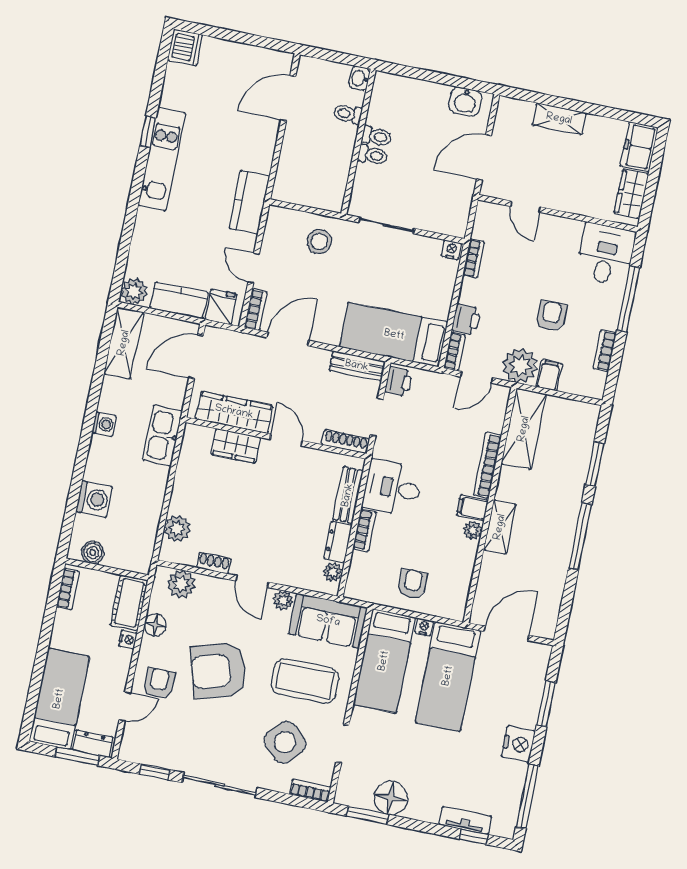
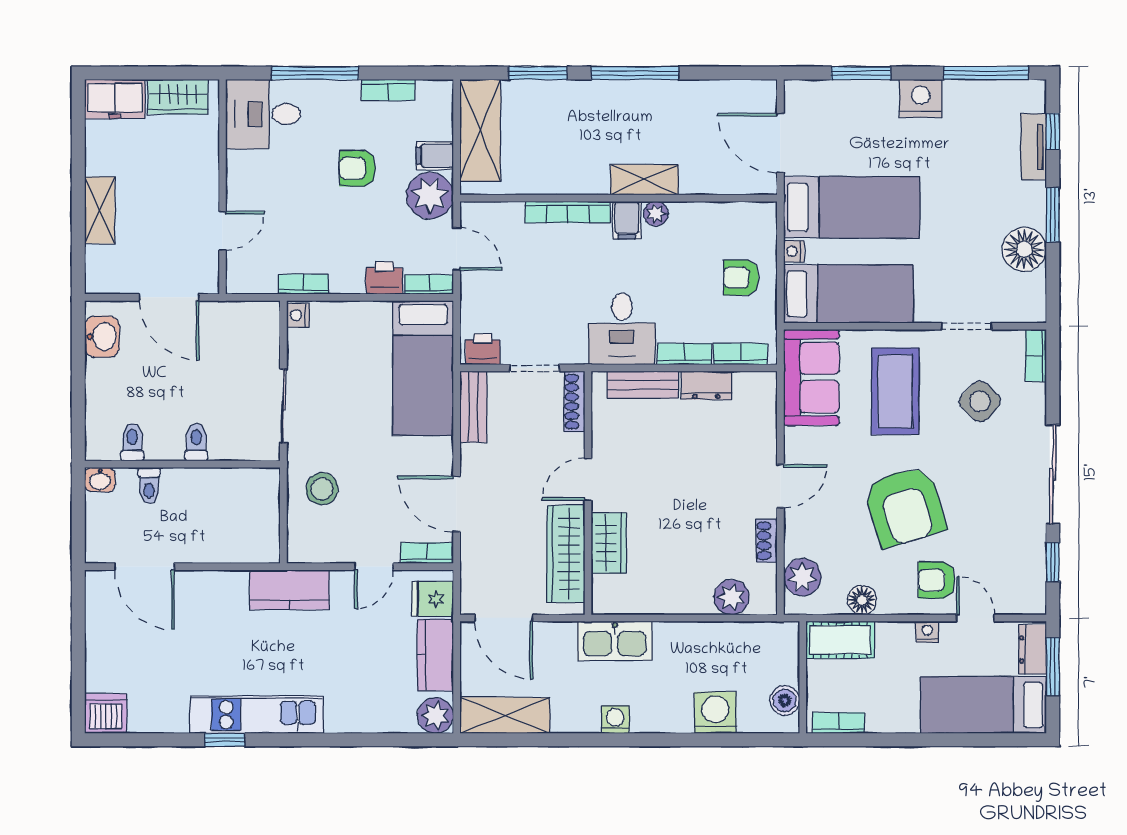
toilet: (377, 136) -> (132, 442), moved
shelving: (524, 429) -> (480, 131), moved, turned 90
plant: (333, 572) -> (747, 384), removed
bookcase: (356, 572) -> (741, 354), added
plant: (283, 600) -> (797, 441), removed
nightstand: (128, 639) -> (927, 632), moved
side table: (285, 742) -> (980, 401), width x0.73, depth x0.73
window: (368, 815) -> (1053, 215), moved

